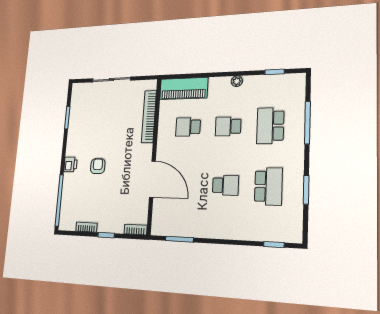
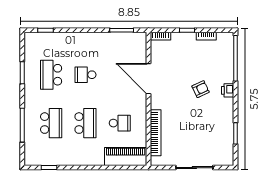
plant: (237, 81) -> (80, 161), removed
school desk: (228, 126) -> (85, 123), width x1.85
armchair: (98, 166) -> (201, 89), turned -115

